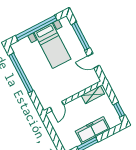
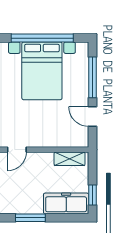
bed with nightstands: (52, 46) -> (42, 71), width x1.36
freezer: (93, 130) -> (66, 203), moved

